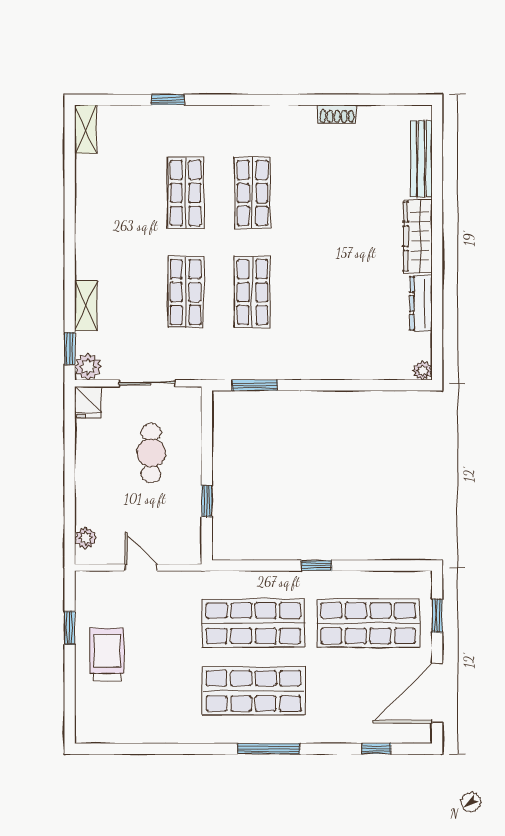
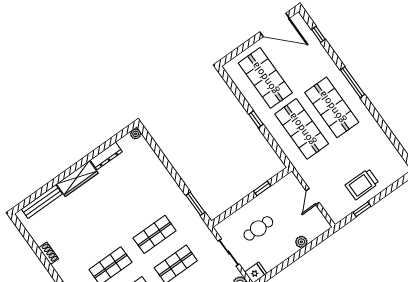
plant: (85, 538) -> (301, 242), moved
window: (437, 616) -> (240, 50), removed

